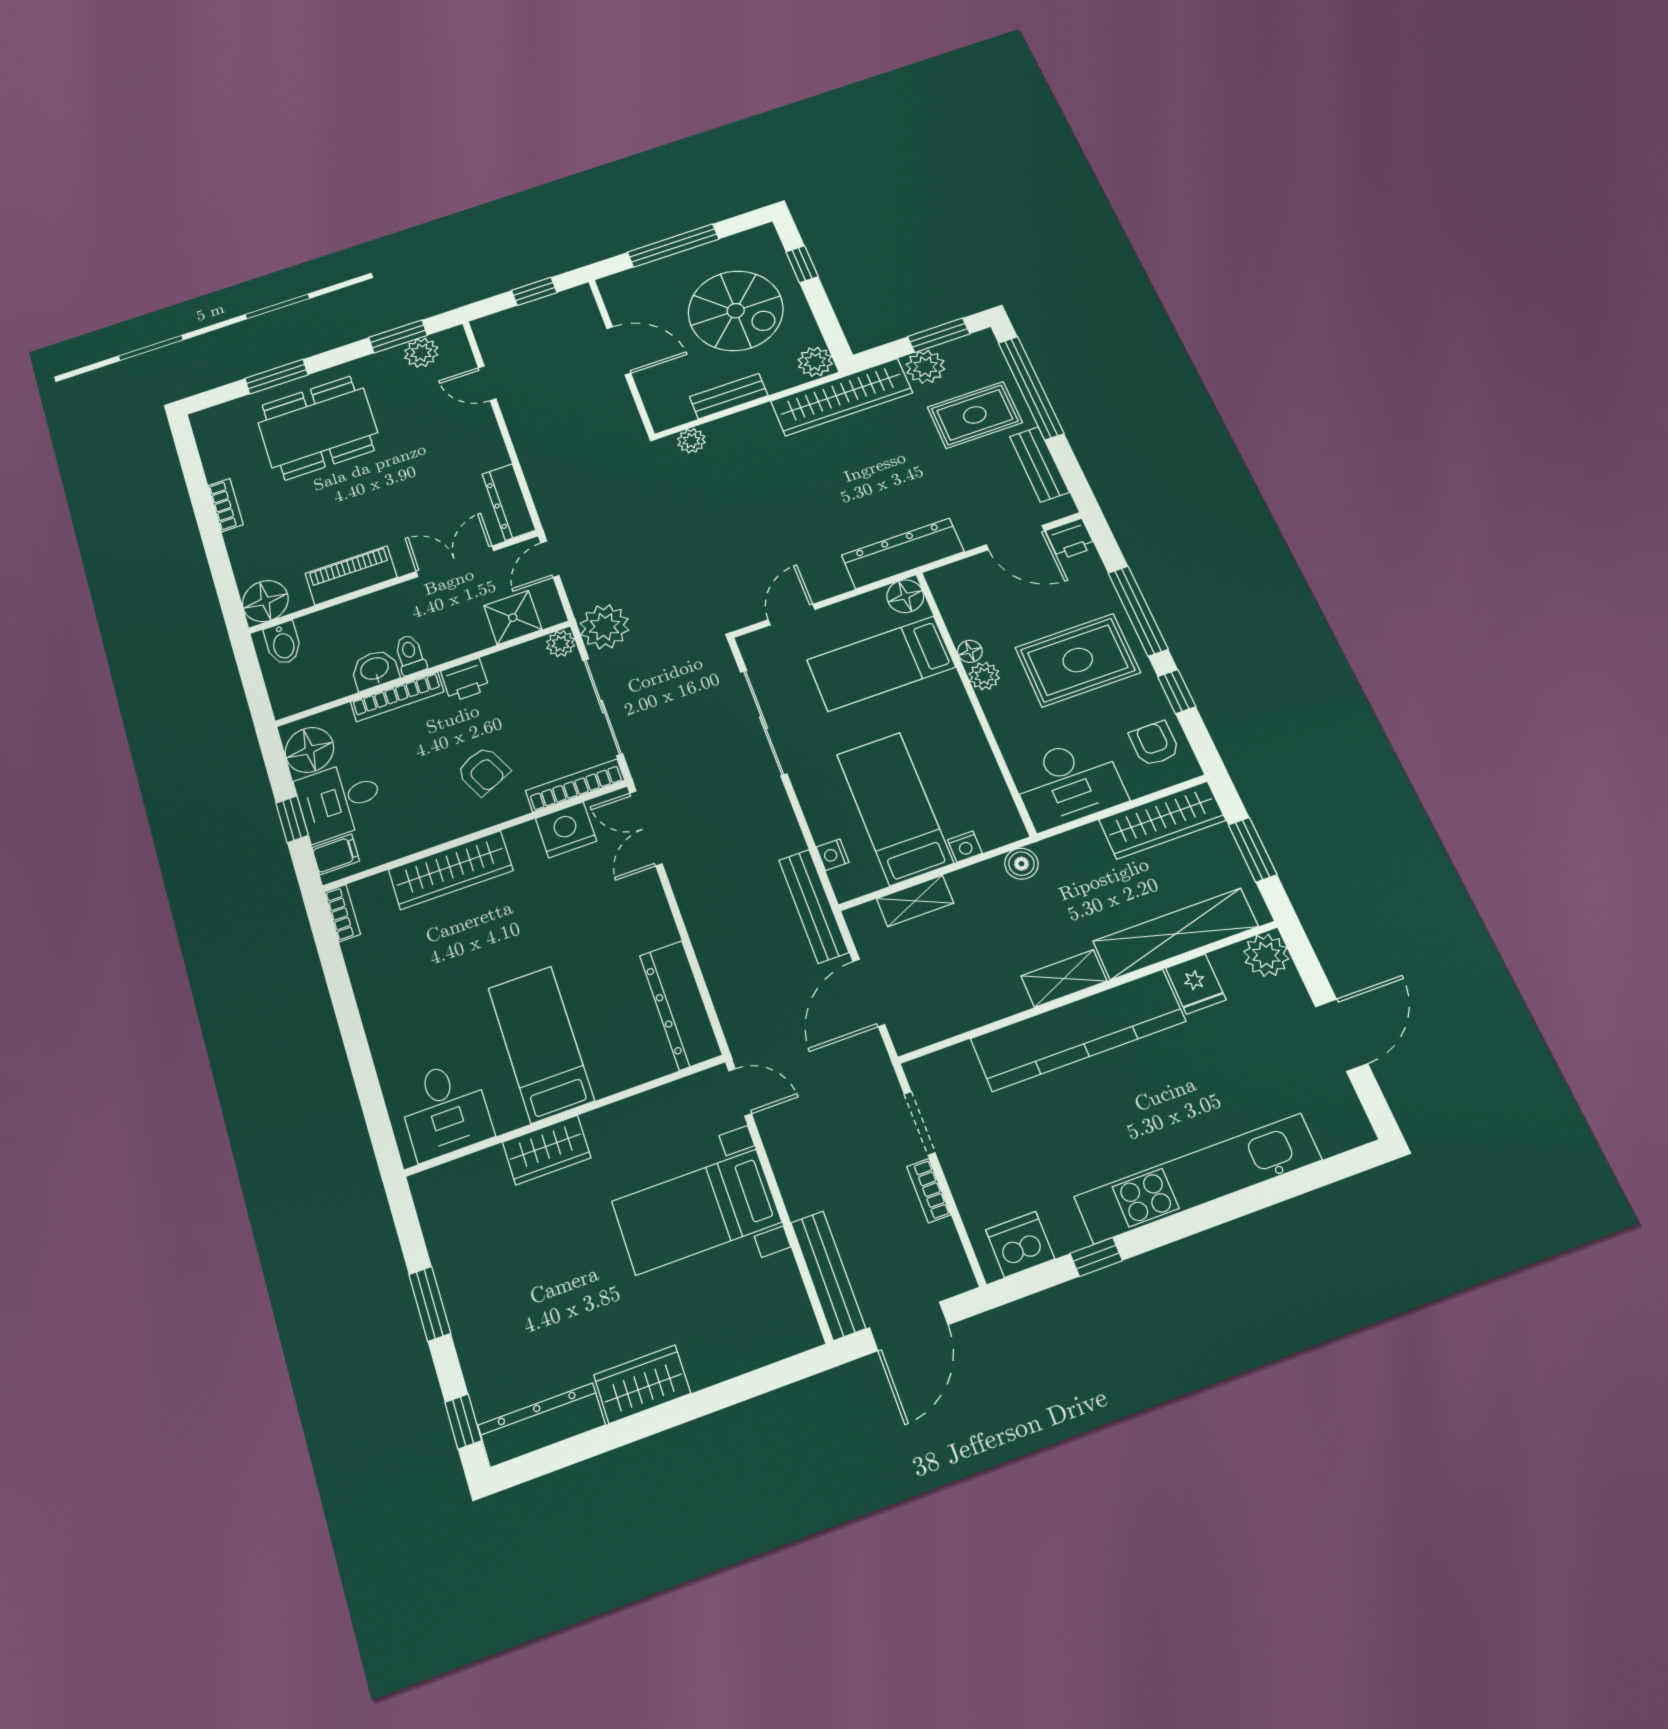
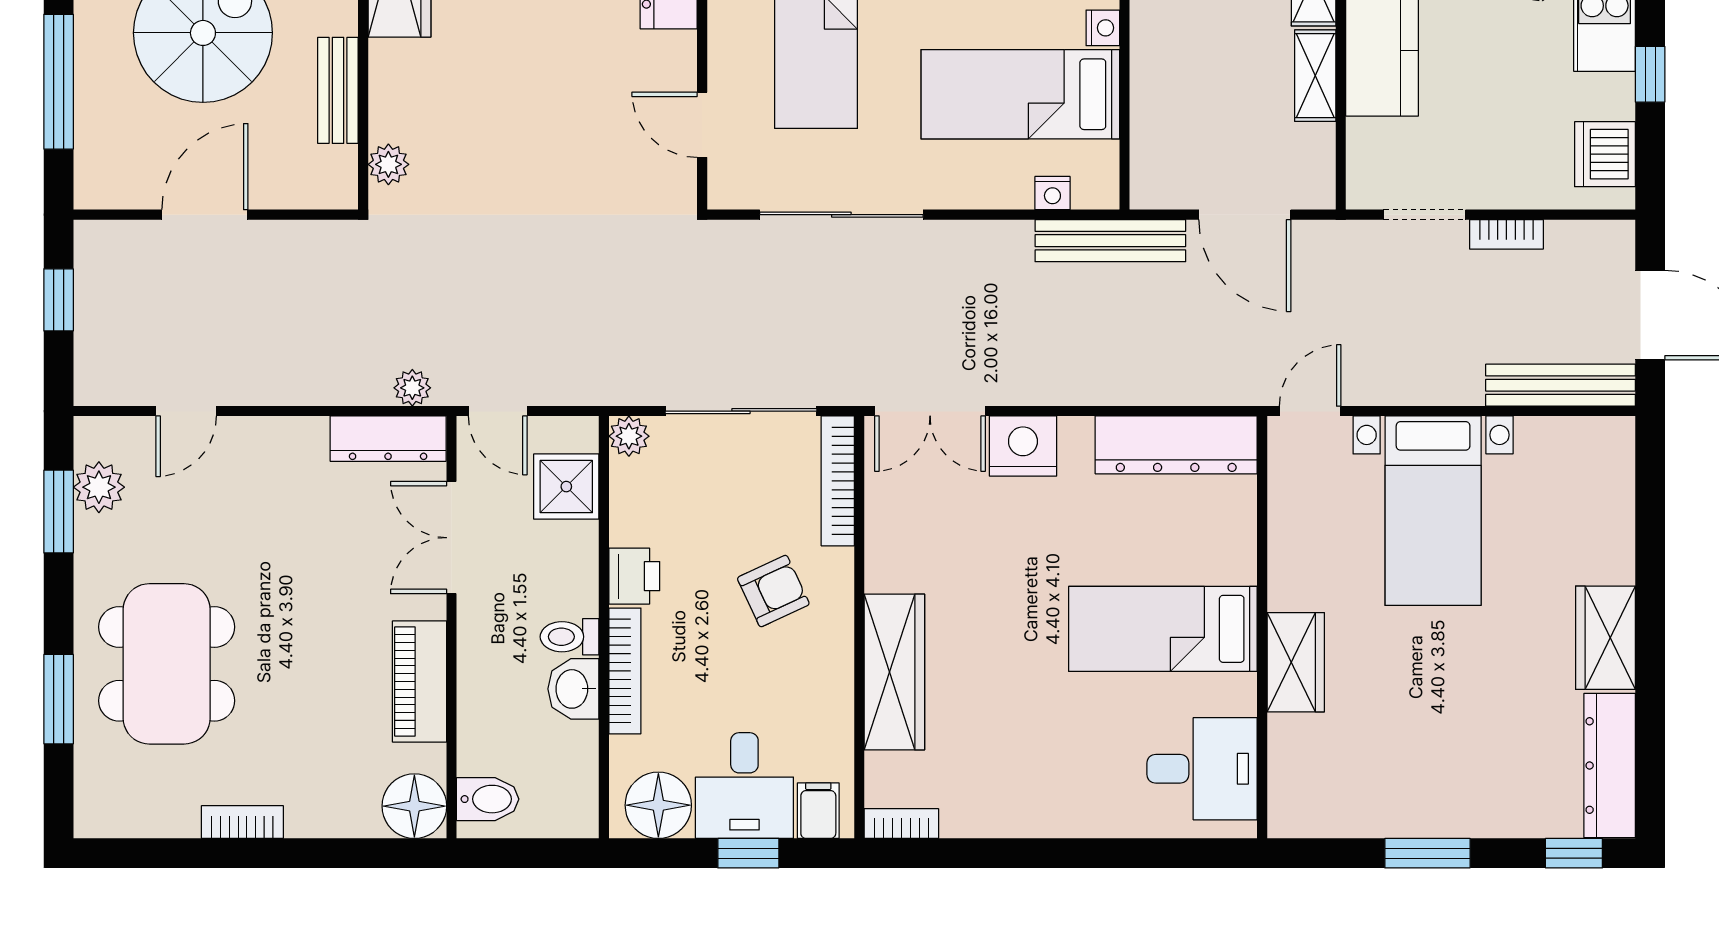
plant: (604, 627) -> (412, 388), moved, width x0.53, depth x0.53
nightstand: (566, 830) -> (1023, 446), moved, turned 90
shelving: (915, 901) -> (1315, 76), moved

